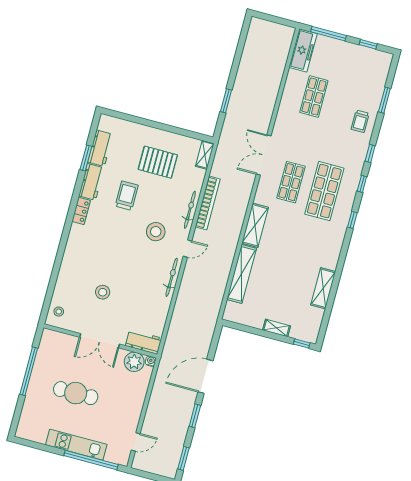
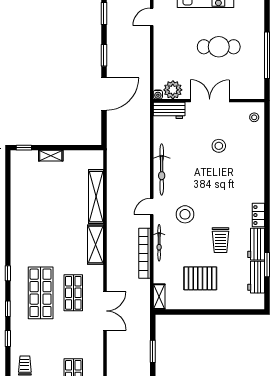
bicycle: (172, 277) -> (162, 169), width x1.37, depth x1.40
shelving: (323, 288) -> (18, 204), removed

